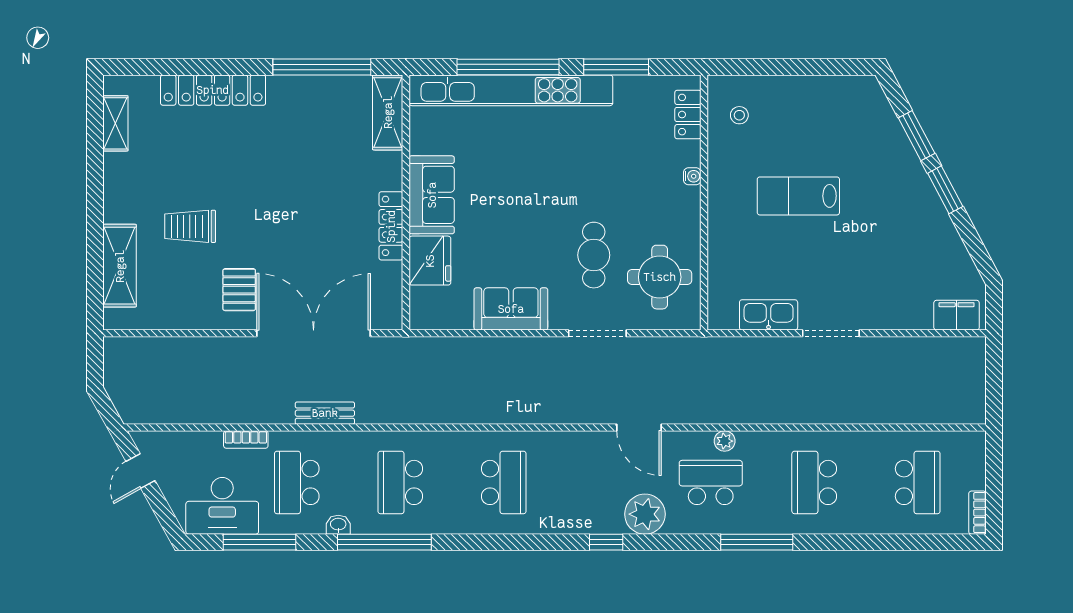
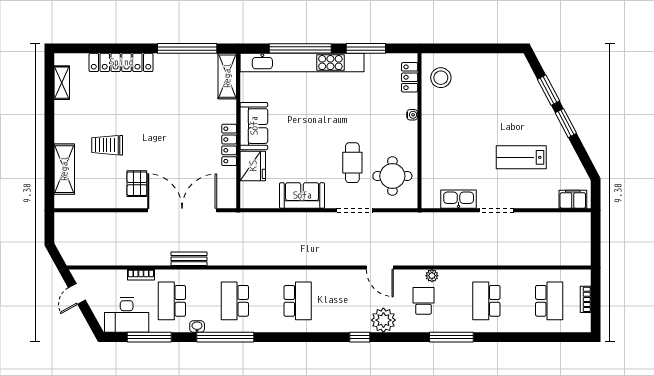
stool: (739, 115) -> (441, 78), width x1.89, depth x1.89
lab bench: (798, 196) -> (521, 157), moved
school desk: (711, 482) -> (423, 301), width x0.54
bookcase: (977, 513) -> (586, 299), moved

